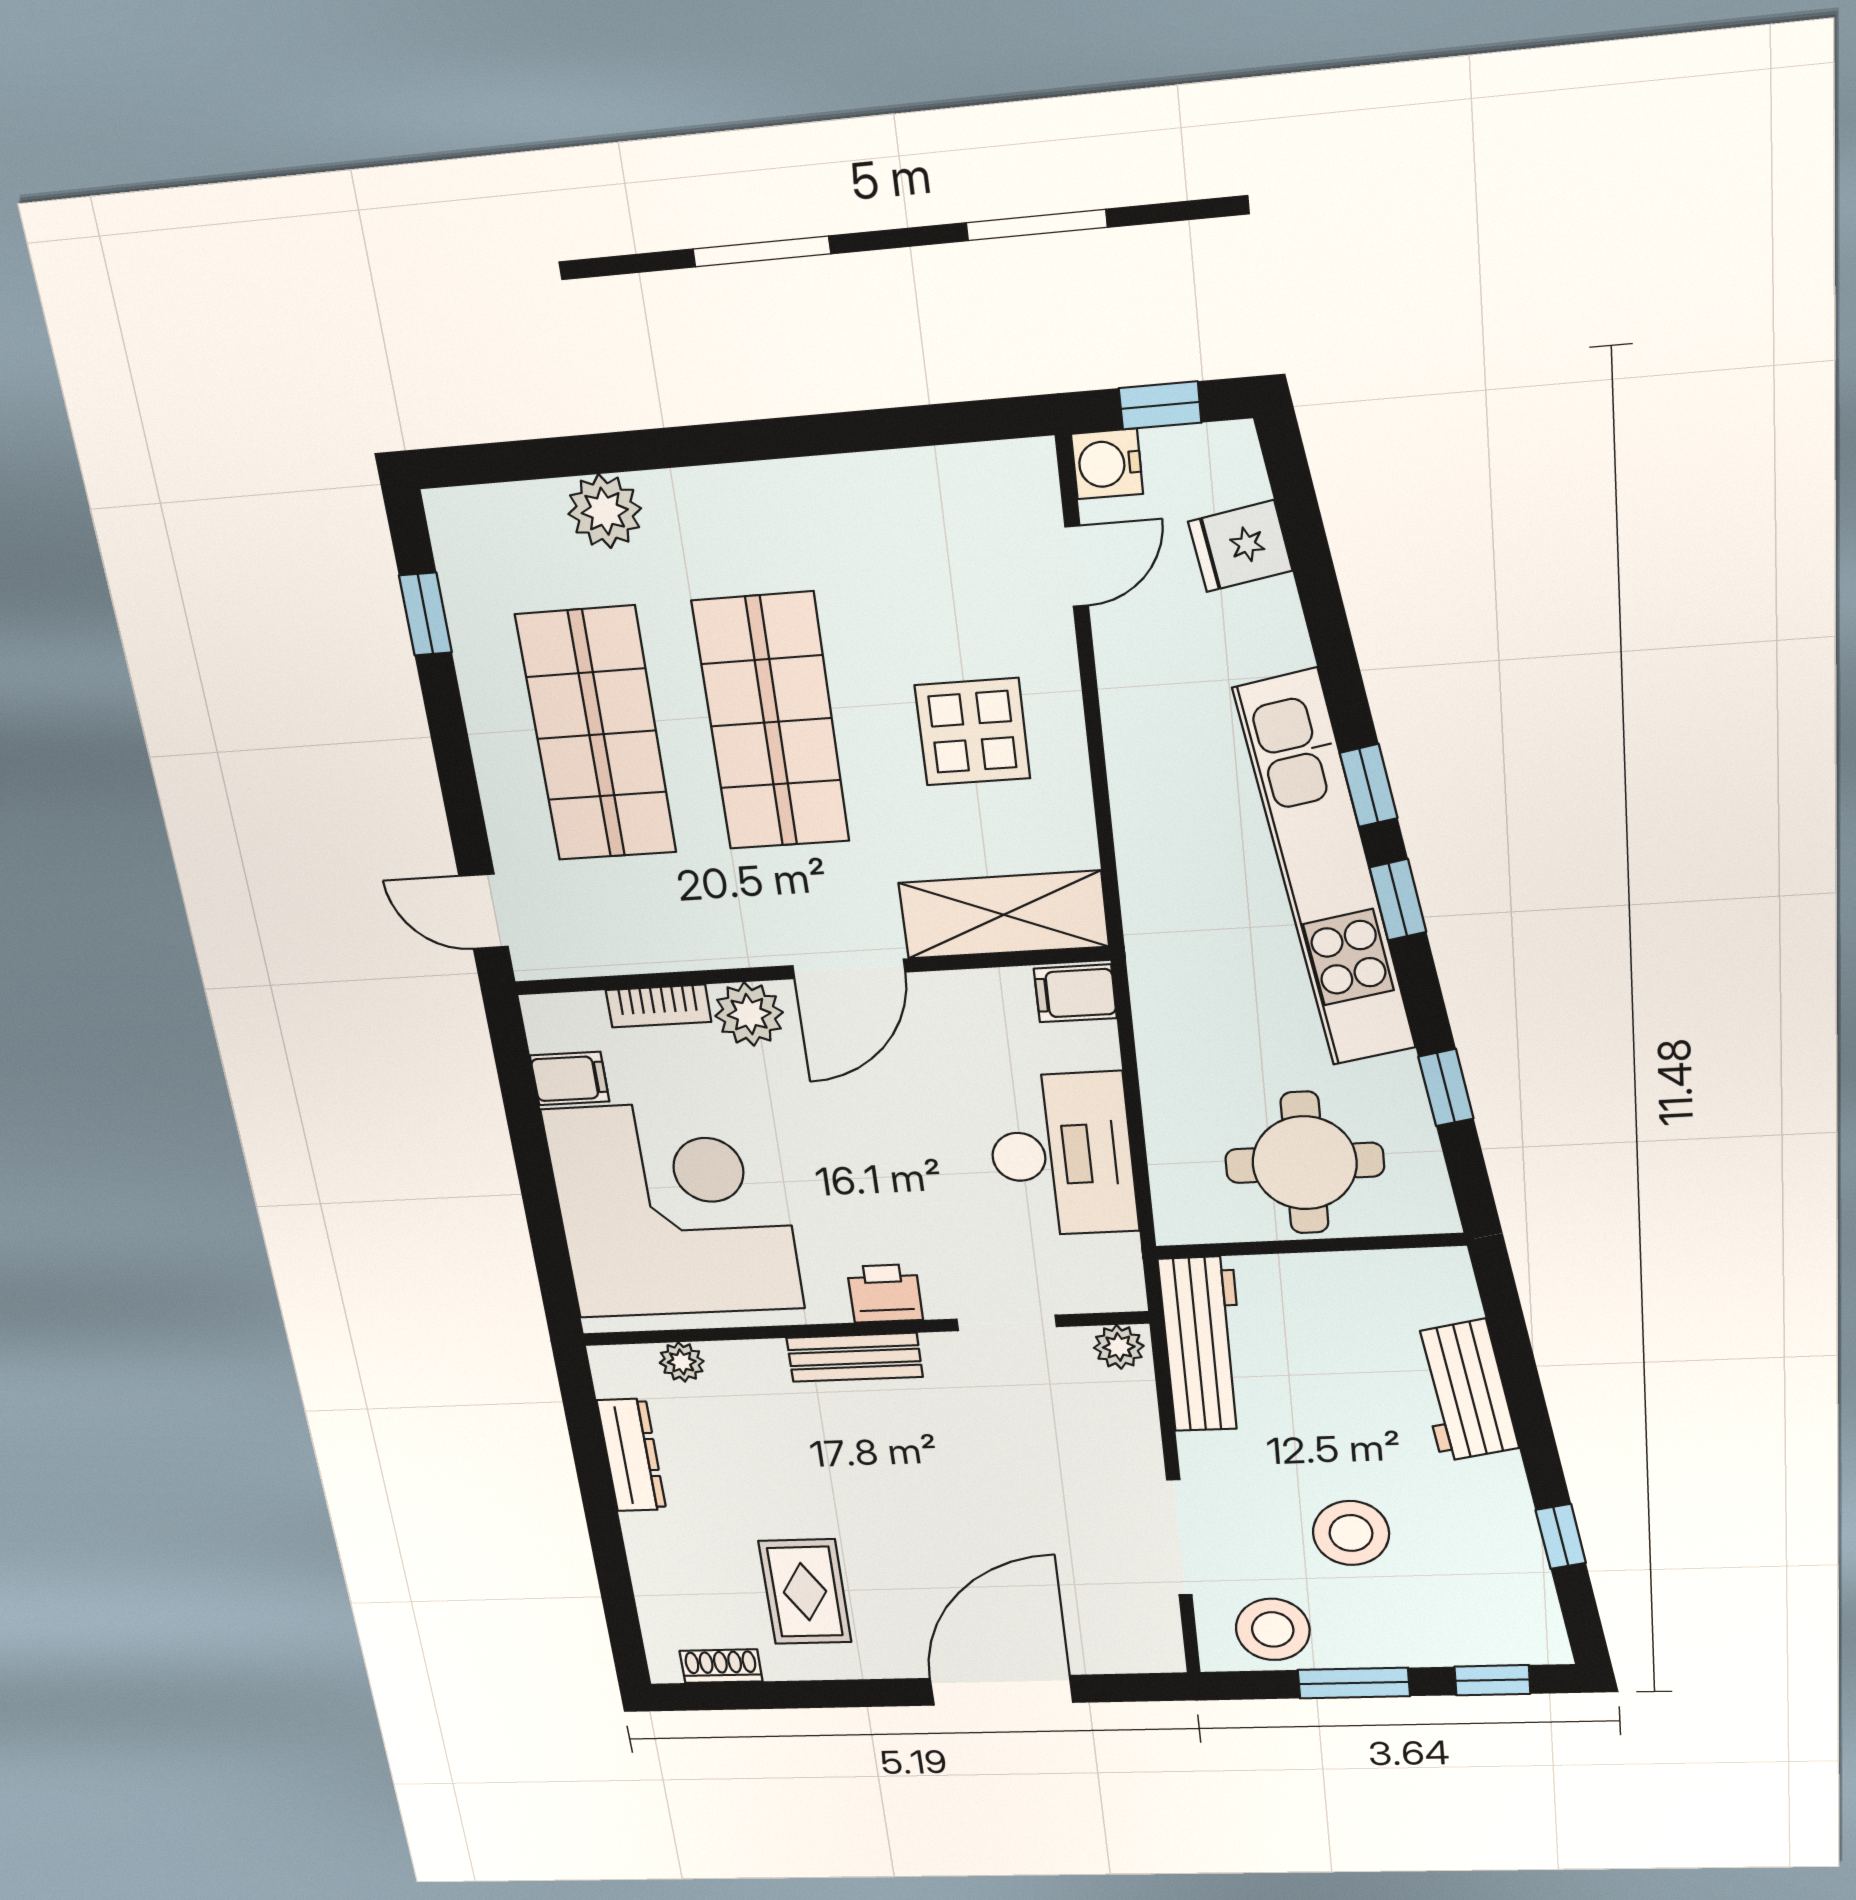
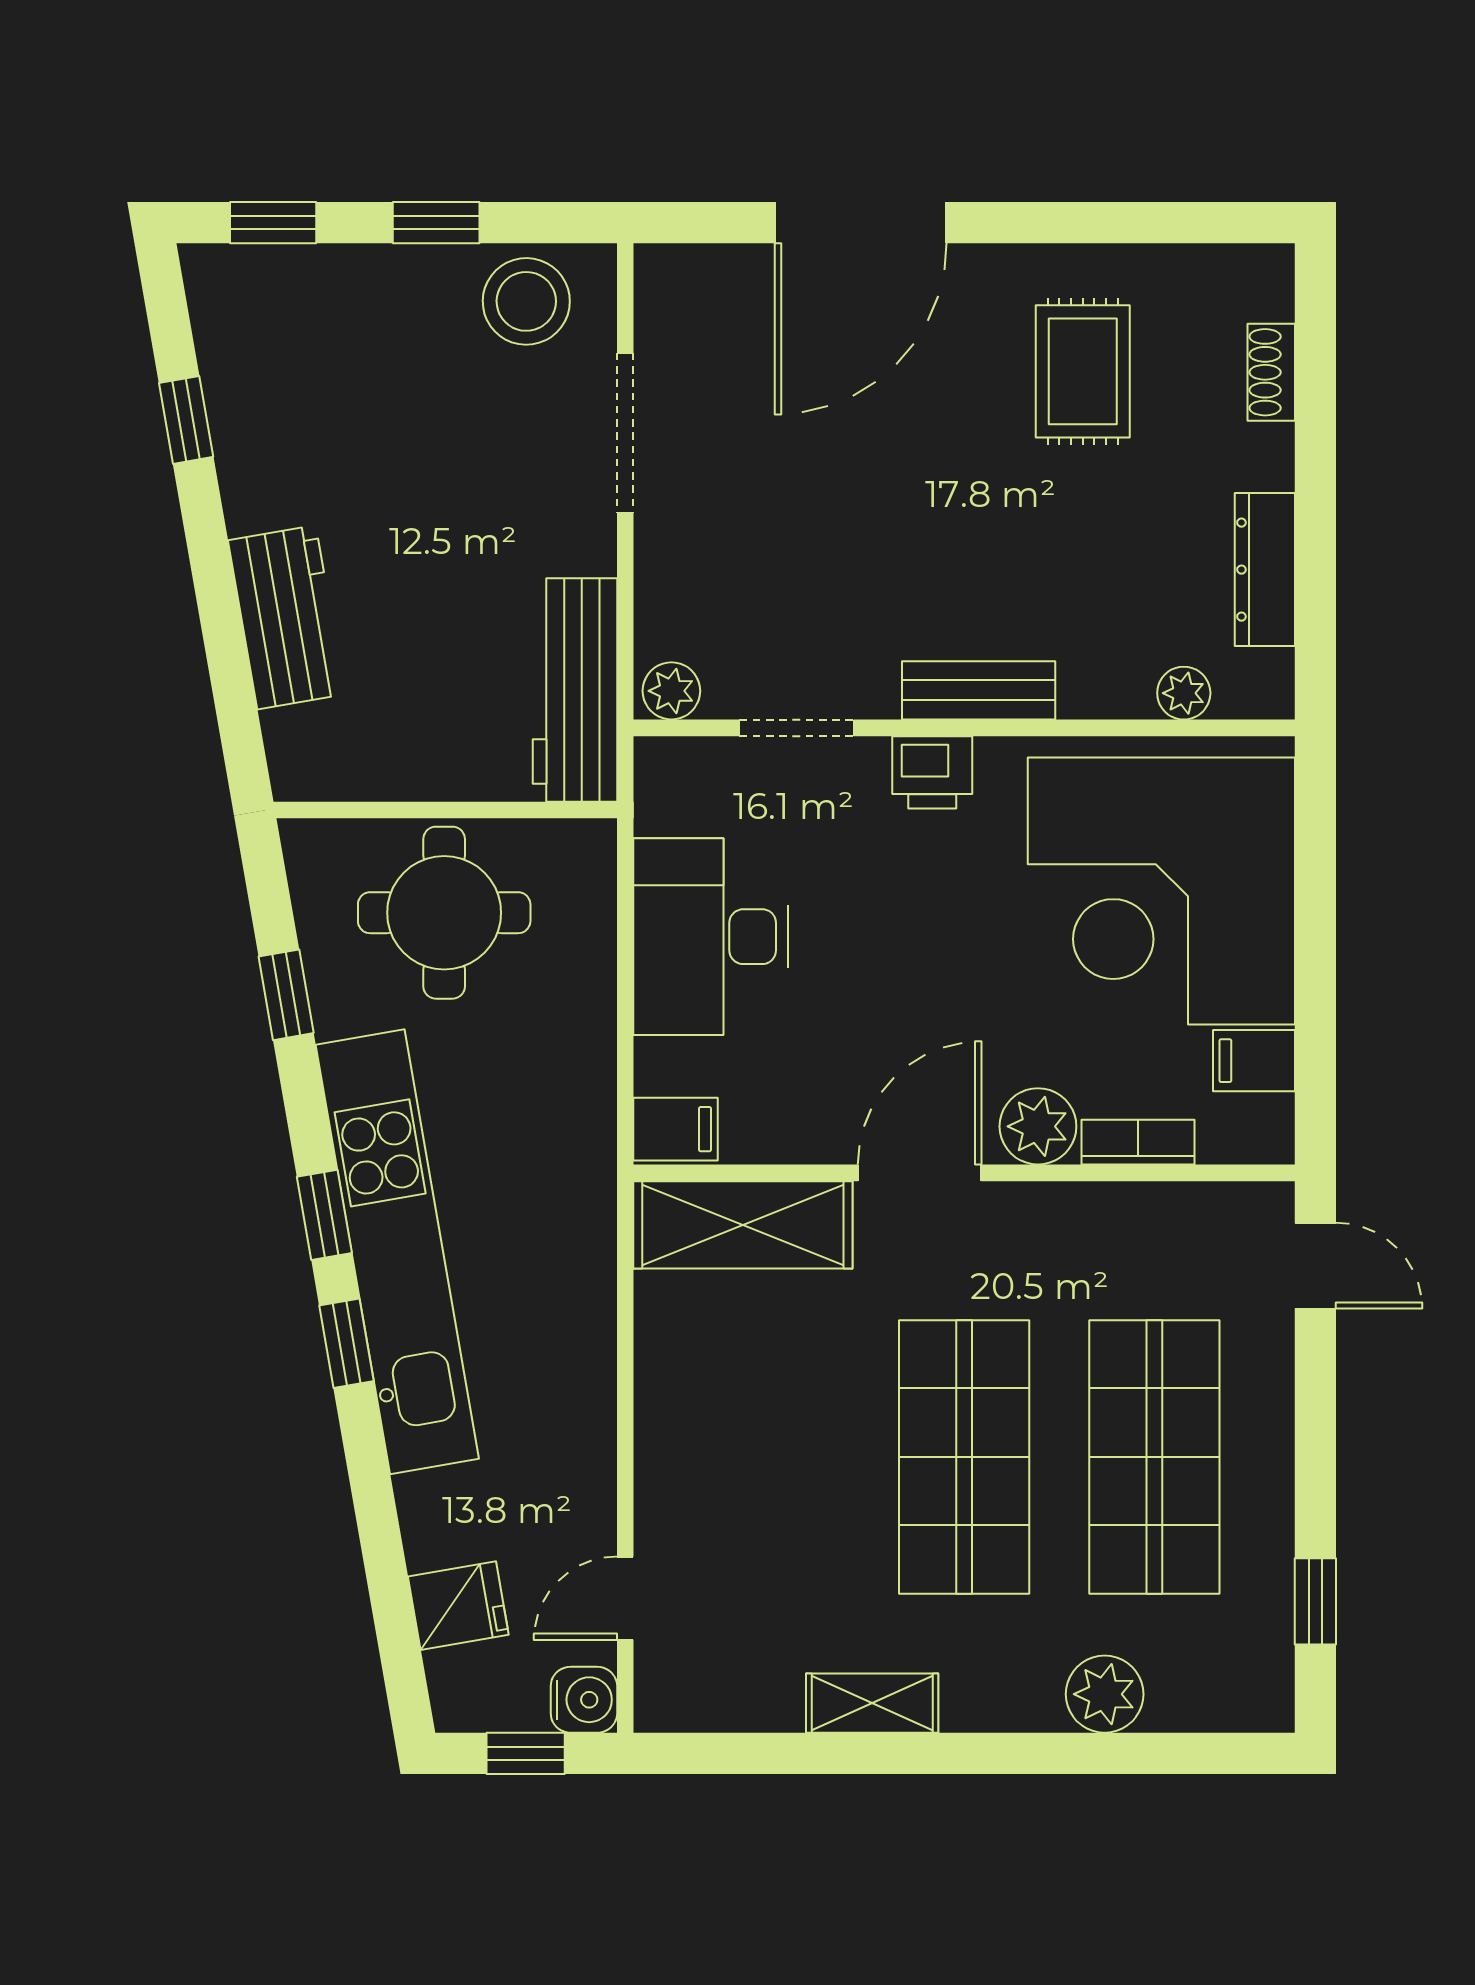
shelving: (825, 484) -> (872, 1703), added
display table: (973, 732) -> (752, 1431), removed
stool: (1351, 1533) -> (425, 433), removed
shoe rack: (721, 1666) -> (1271, 372), moved, turned 90
window: (1354, 1683) -> (436, 223), width x0.67

